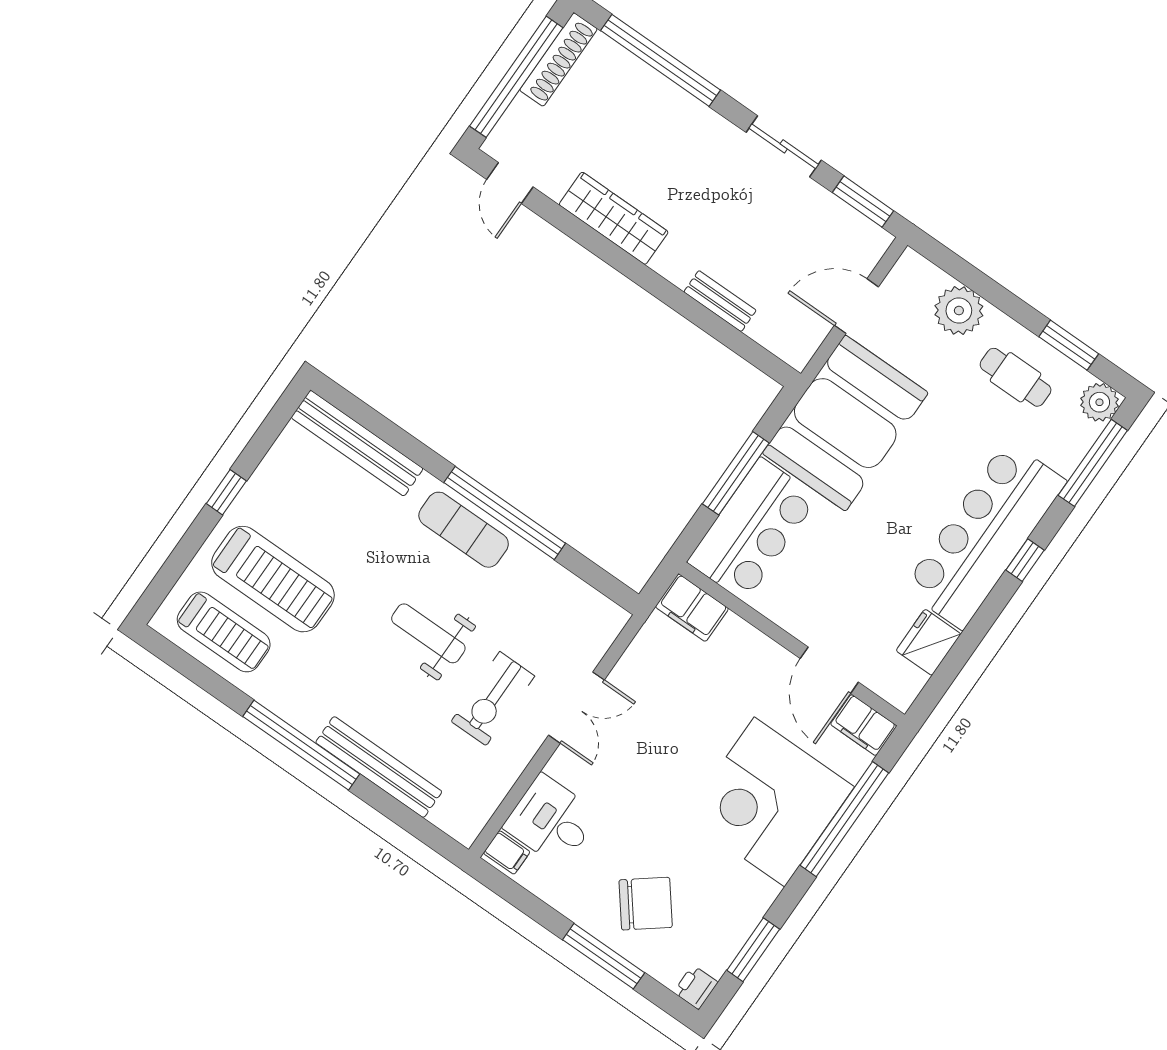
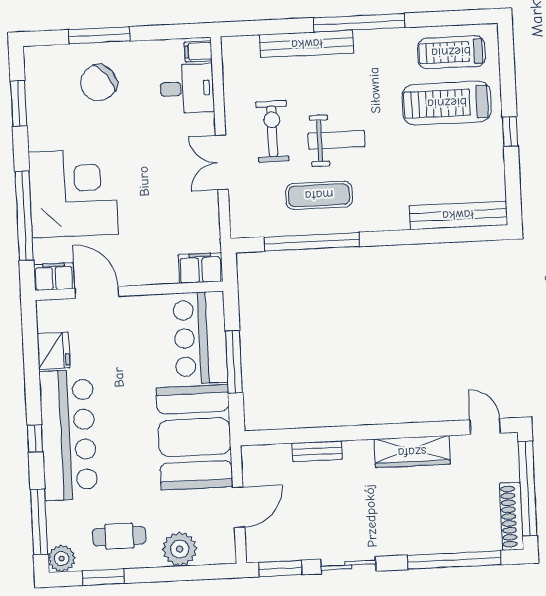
window: (505, 513) -> (312, 242), moved
exercise mat: (464, 530) -> (319, 195), moved
printer: (696, 987) -> (35, 58), removed

